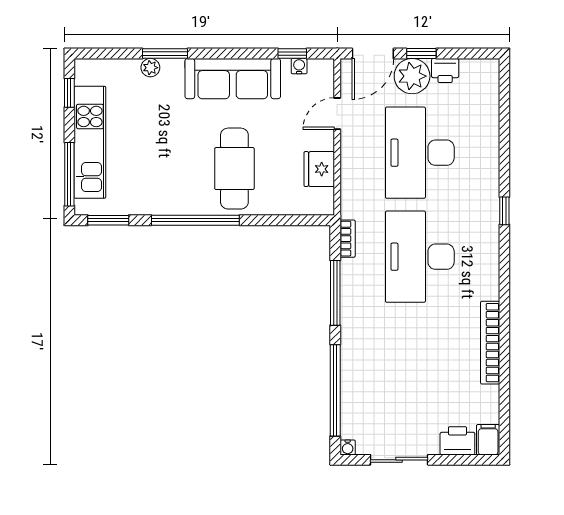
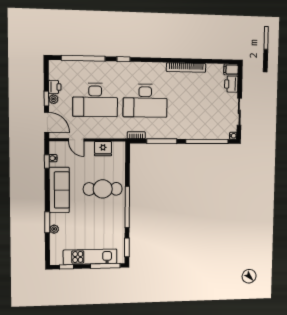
plant: (412, 76) -> (53, 99), width x0.53, depth x0.53
window: (504, 128) -> (83, 58), added

